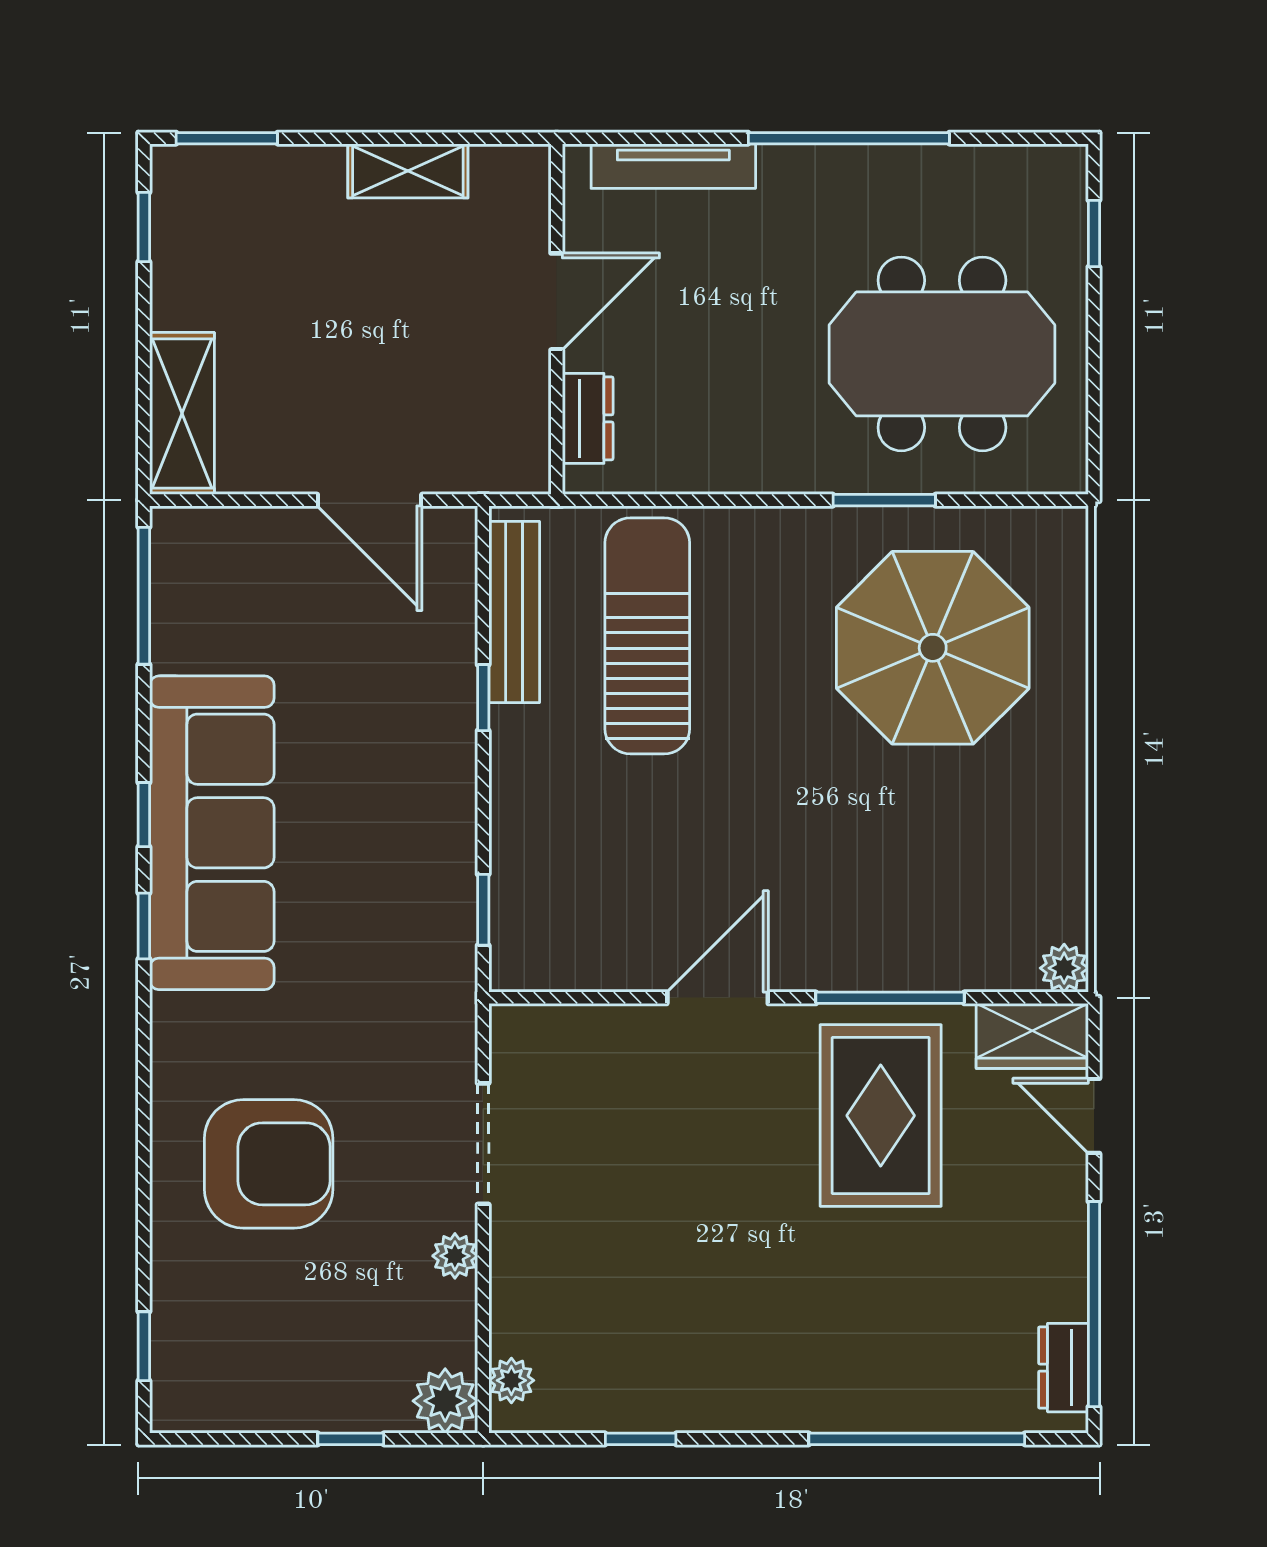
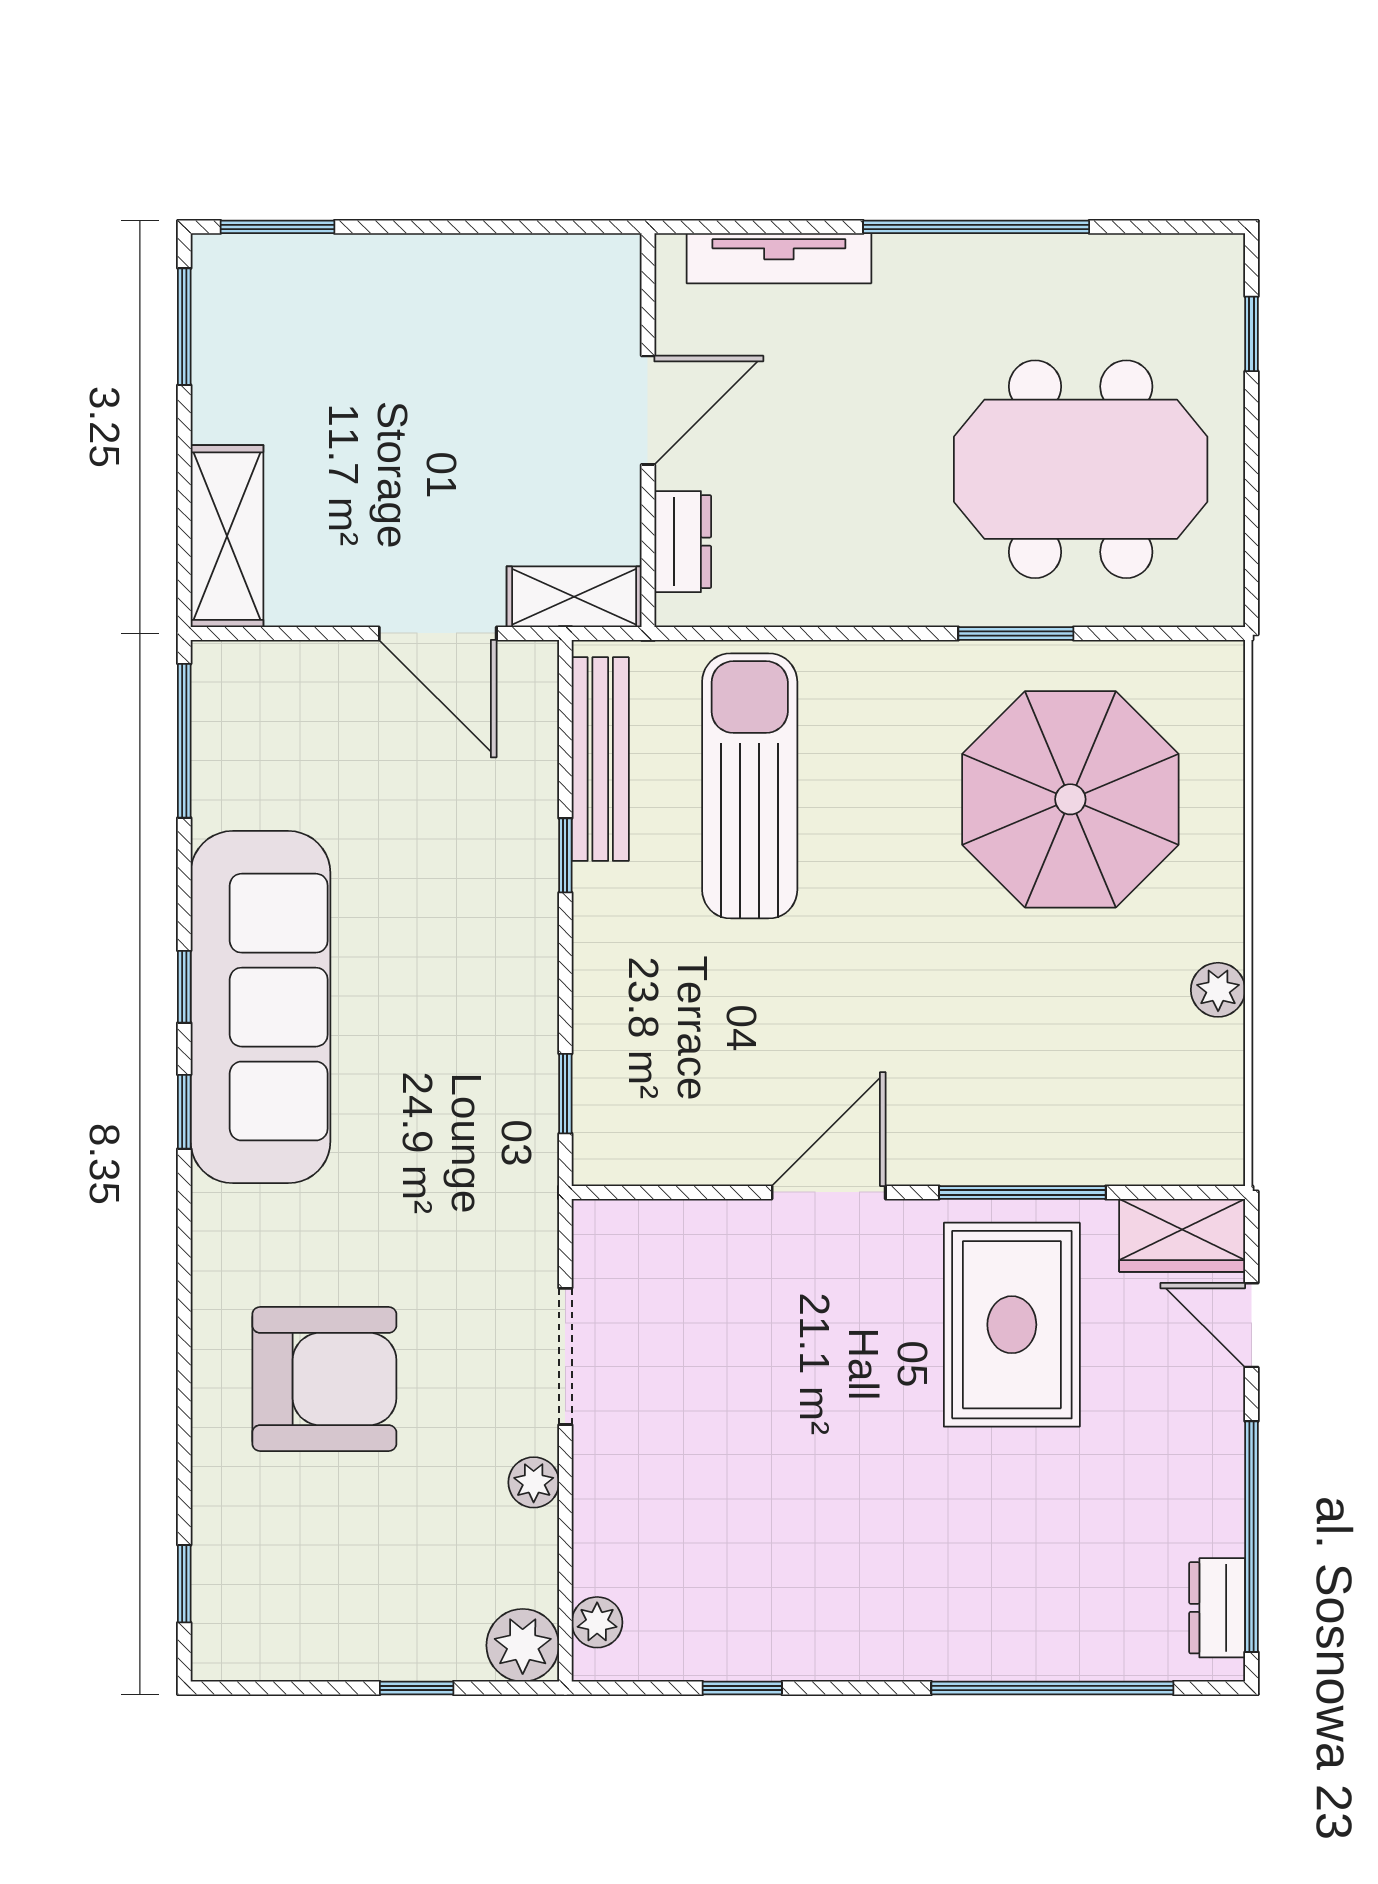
shelving: (408, 171) -> (574, 597), moved
window: (144, 227) -> (184, 327), width x1.50
plant: (1064, 968) -> (1218, 990), moved

